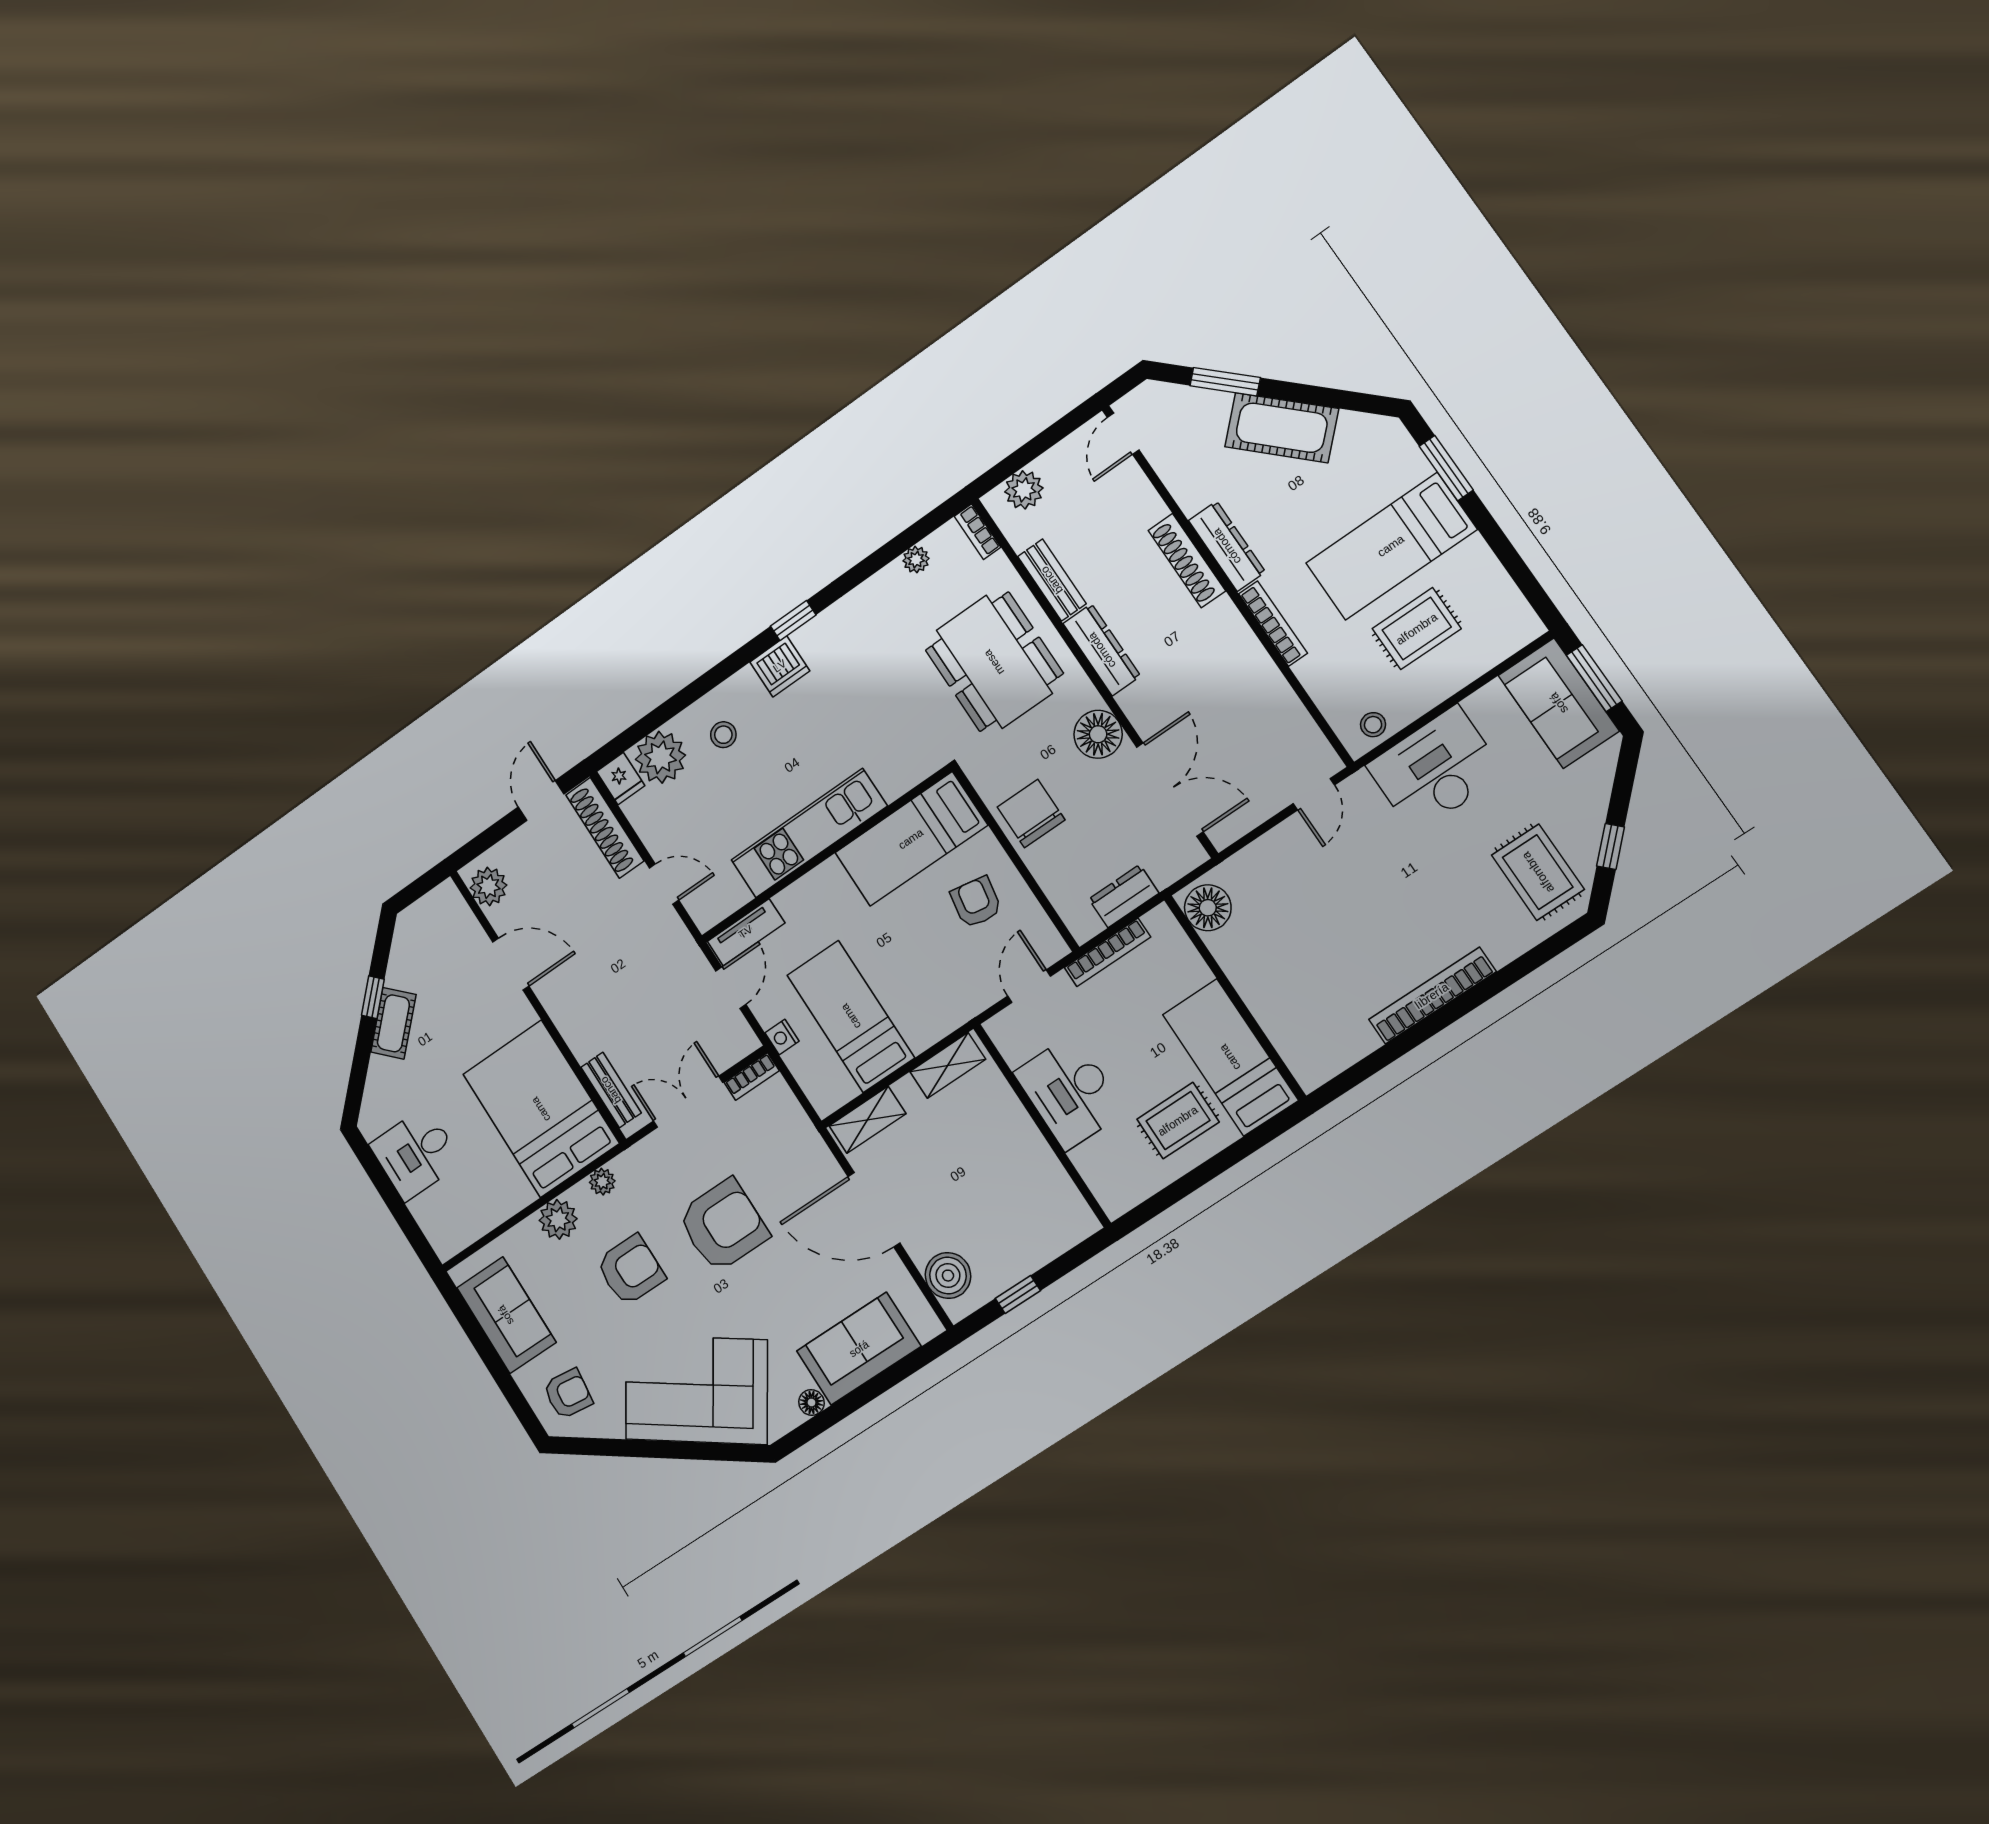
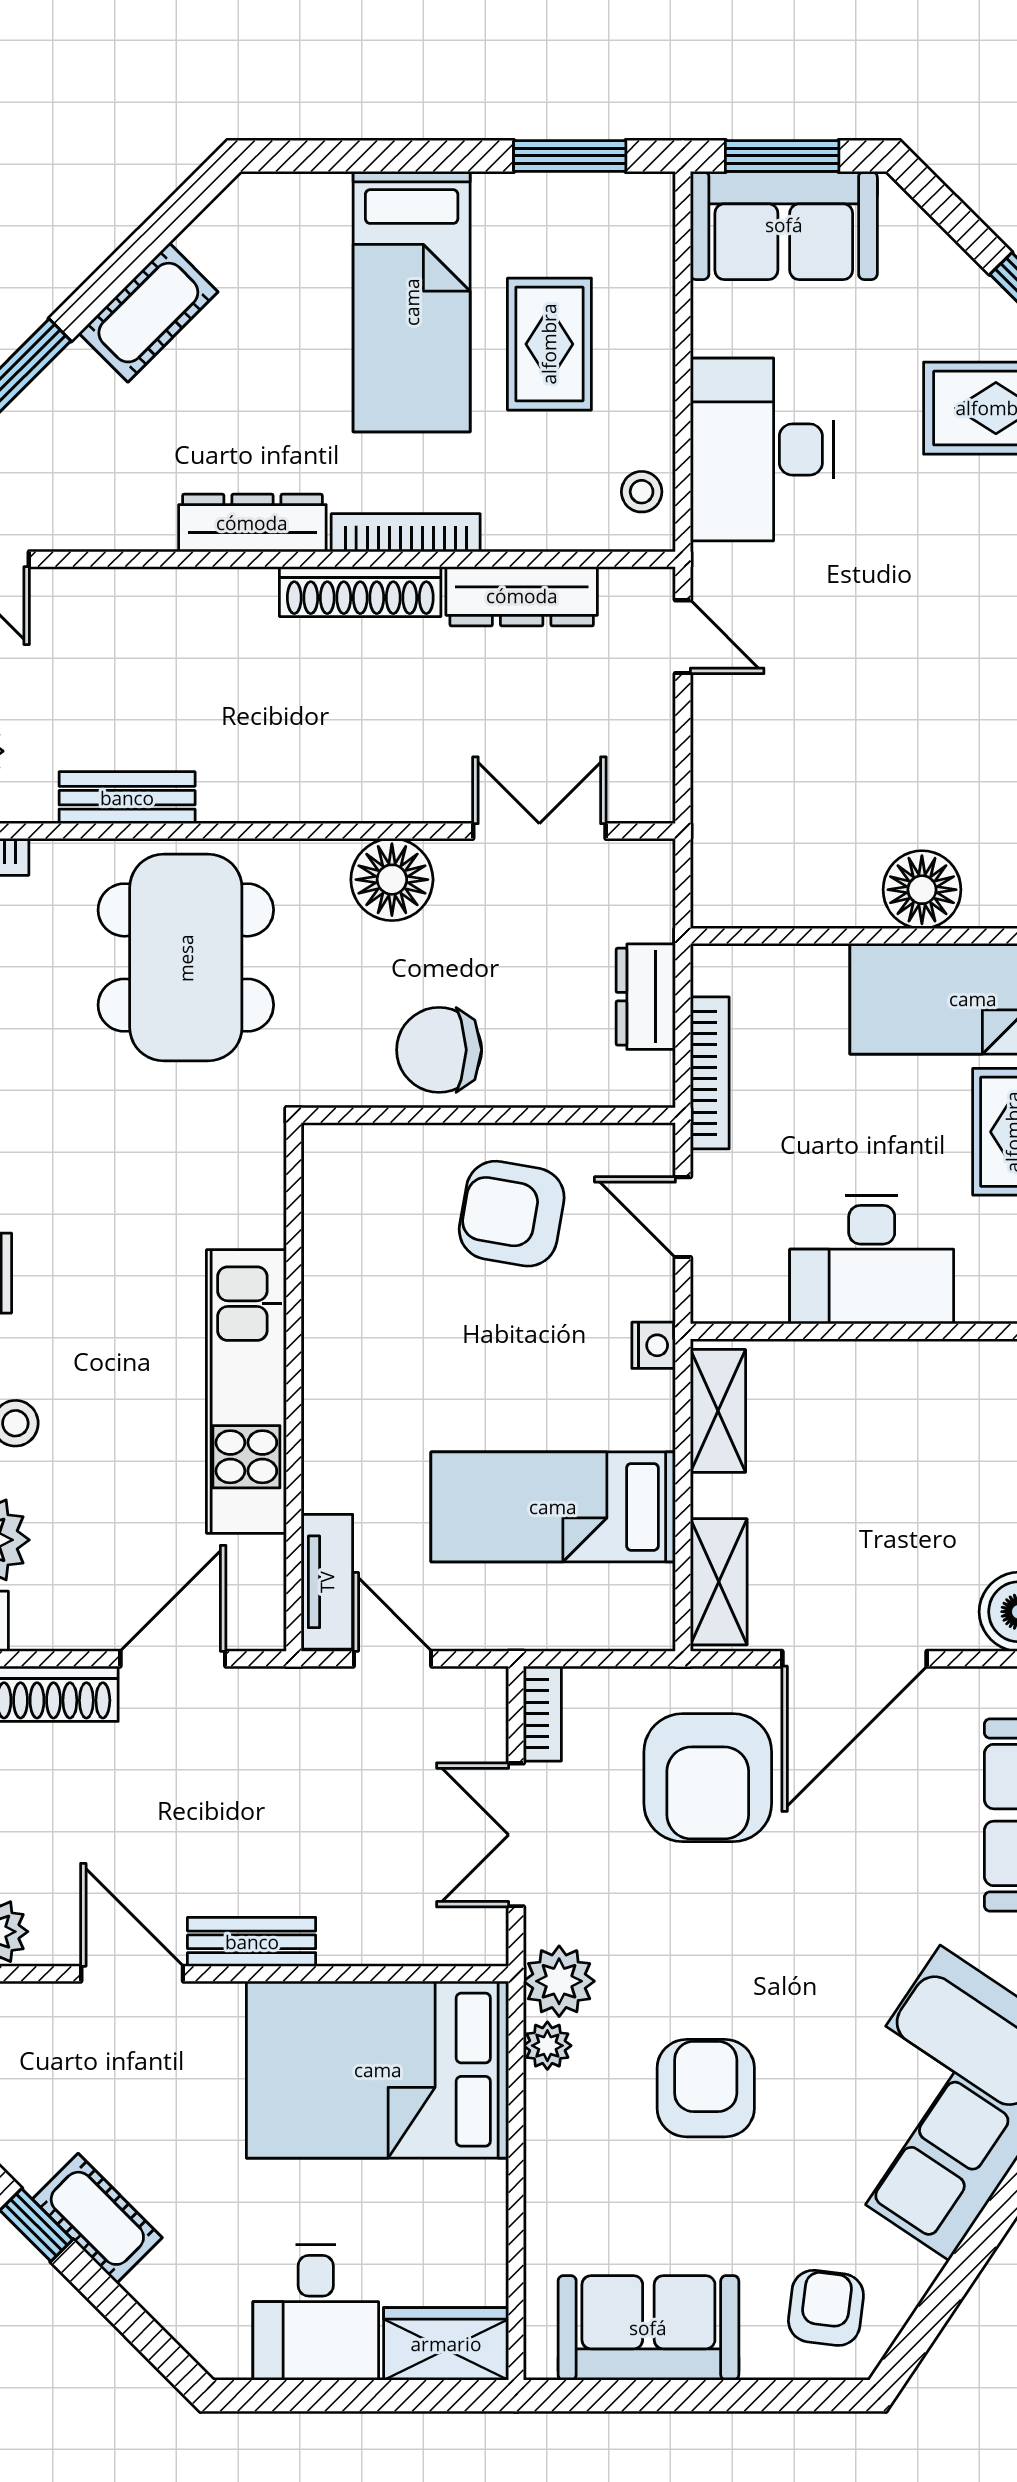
cot: (1282, 428) -> (148, 313), width x0.73, depth x0.75
window: (1446, 468) -> (570, 156), moved
shoe rack: (1187, 561) -> (360, 592), moved
dresser: (1102, 650) -> (522, 596), moved, turned 180
dining table: (994, 662) -> (186, 958), turned 90
double door: (1170, 789) -> (539, 831), width x0.73
bed: (911, 839) -> (357, 1247), removed
door: (664, 884) -> (173, 1659), width x1.37
armchair: (976, 902) -> (512, 1214), width x1.38, depth x1.38
floor lamp: (1208, 908) -> (922, 890), moved
door: (511, 964) -> (132, 1974), hinge flipped
nightstand: (782, 1037) -> (654, 1345), moved, turned -90
bench: (611, 1090) -> (252, 1942), moved
plant: (558, 1219) -> (559, 1981), moved
wardrobe: (440, 1224) -> (446, 2344), added
armchair: (723, 1225) -> (708, 1778), moved, turned 180

